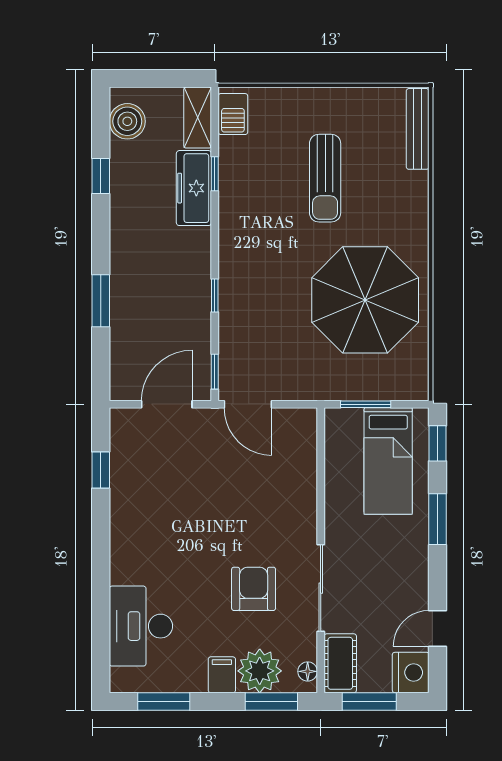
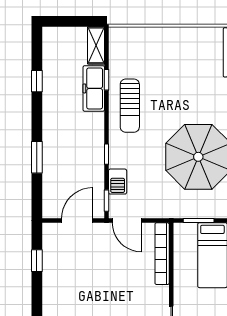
barbecue: (233, 114) -> (118, 182), moved
boiler: (127, 121) -> (53, 48), removed
sun lounger: (325, 178) -> (130, 106), moved
bookcase: (306, 459) -> (162, 254), added

